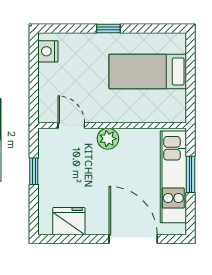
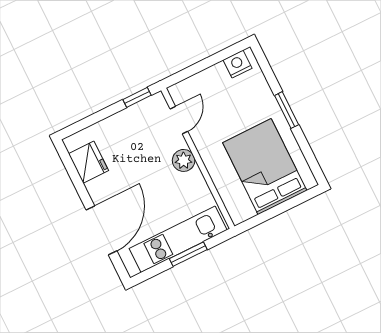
window: (108, 29) -> (287, 110), width x1.50
bed: (148, 71) -> (265, 167), width x1.50
window: (34, 171) -> (137, 97), moved

